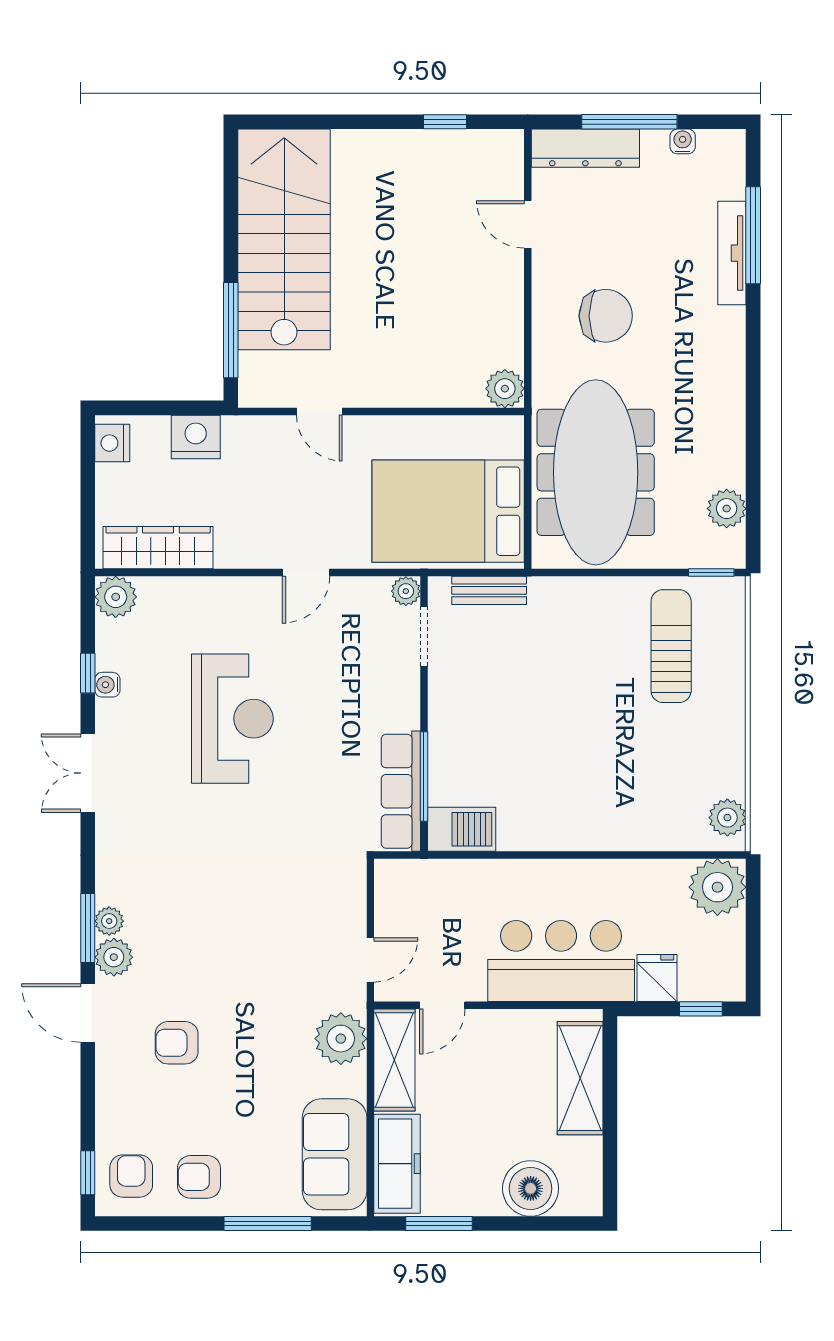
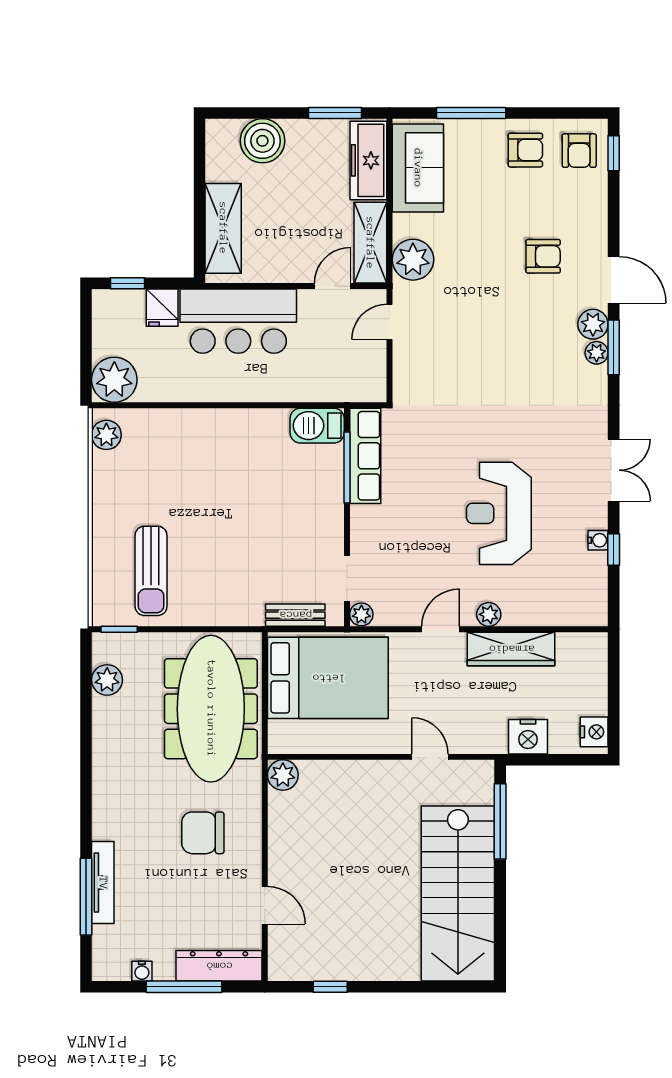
wardrobe: (158, 548) -> (511, 649), moved
plant: (116, 597) -> (489, 614), moved, width x0.73, depth x0.73

